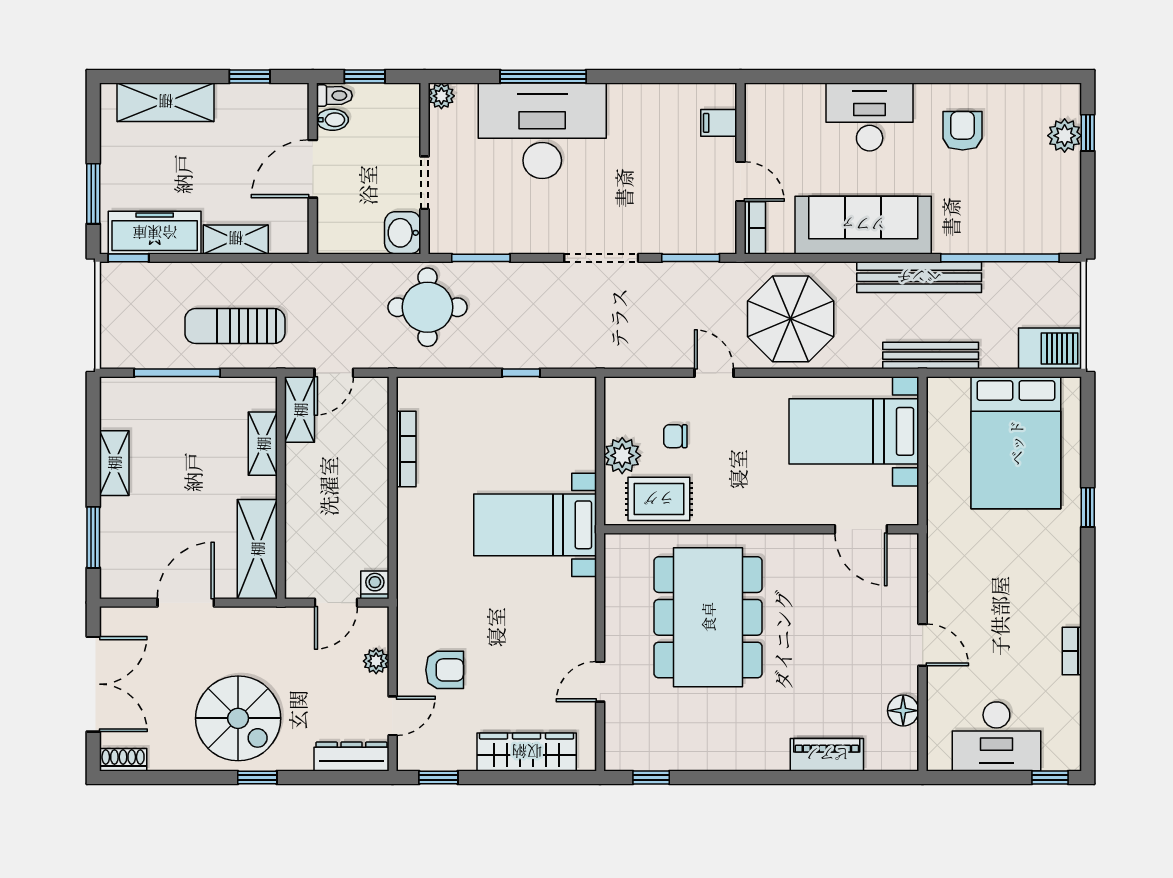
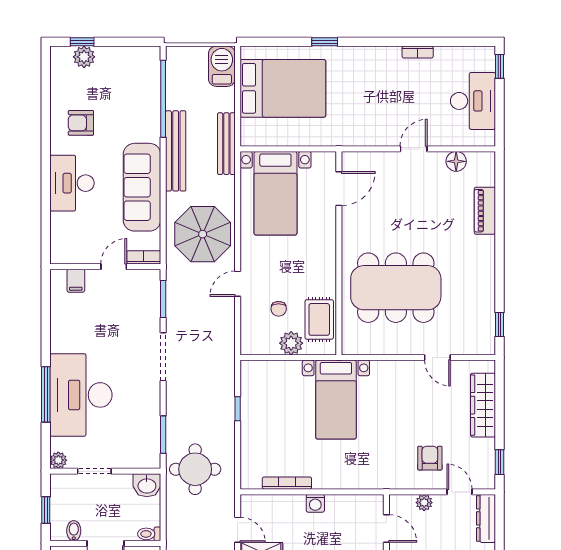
toilet: (334, 96) -> (149, 534), moved, turned -90
doorway: (425, 183) -> (94, 471), moved
washing machine: (375, 585) -> (315, 503), moved, turned -90

